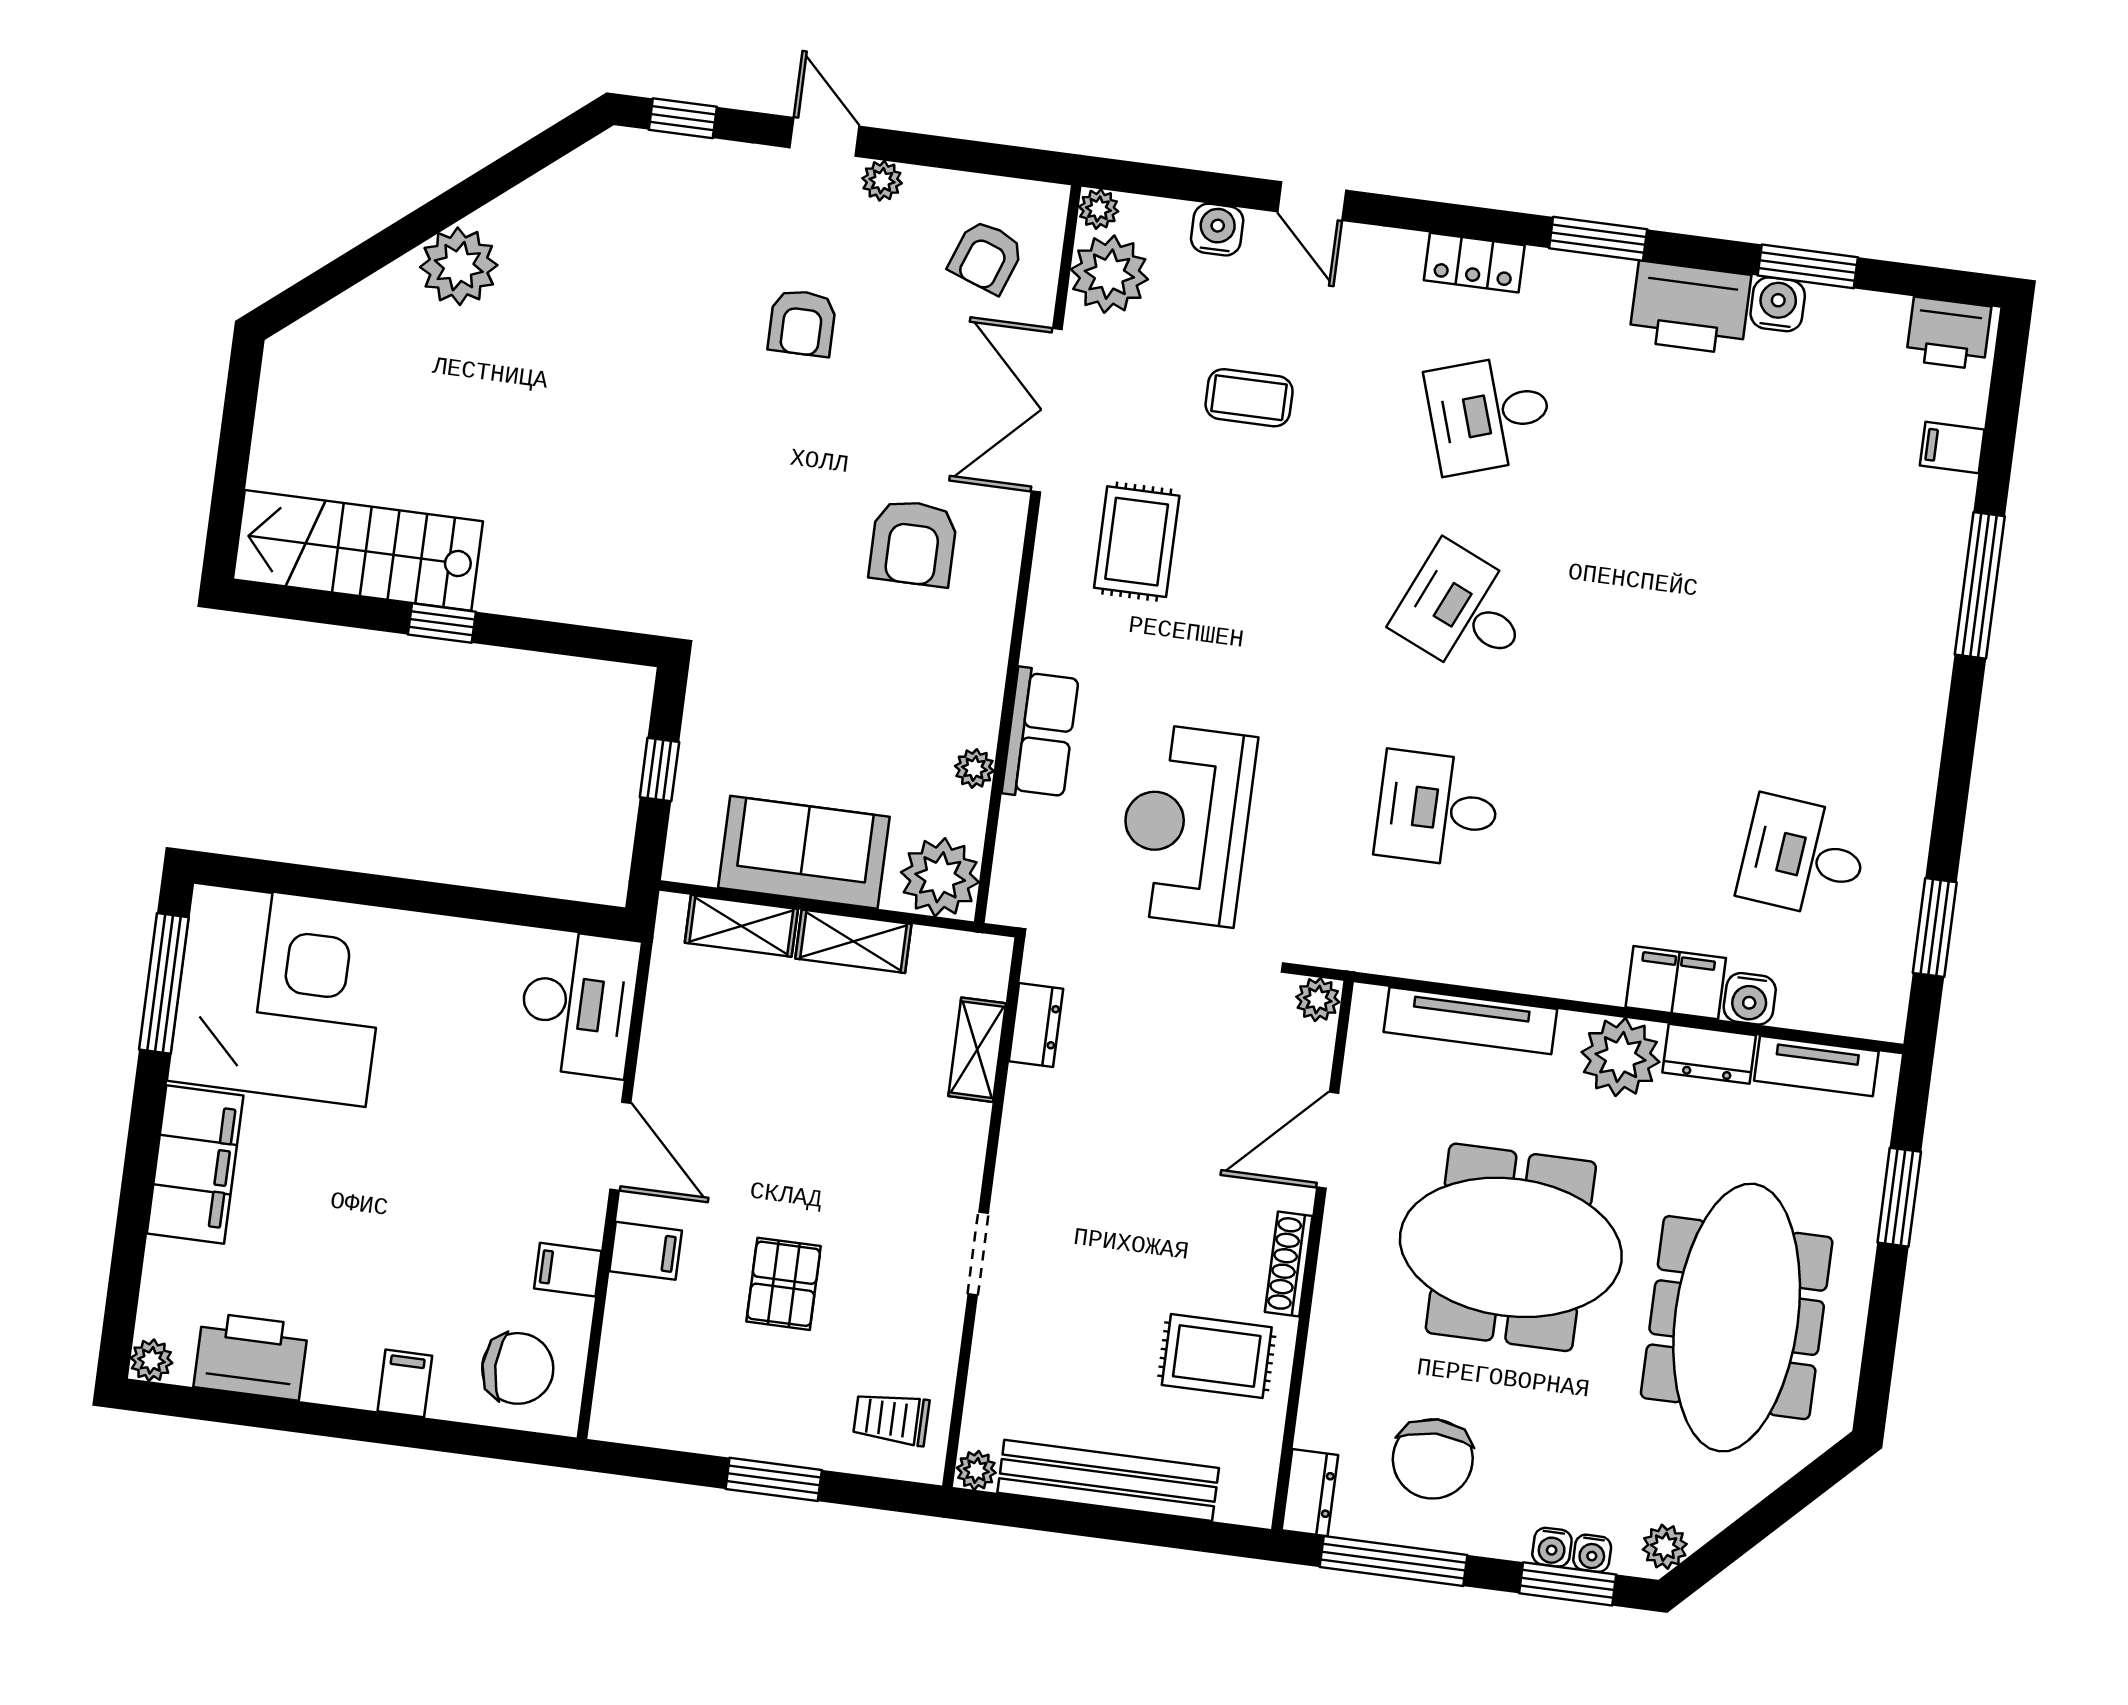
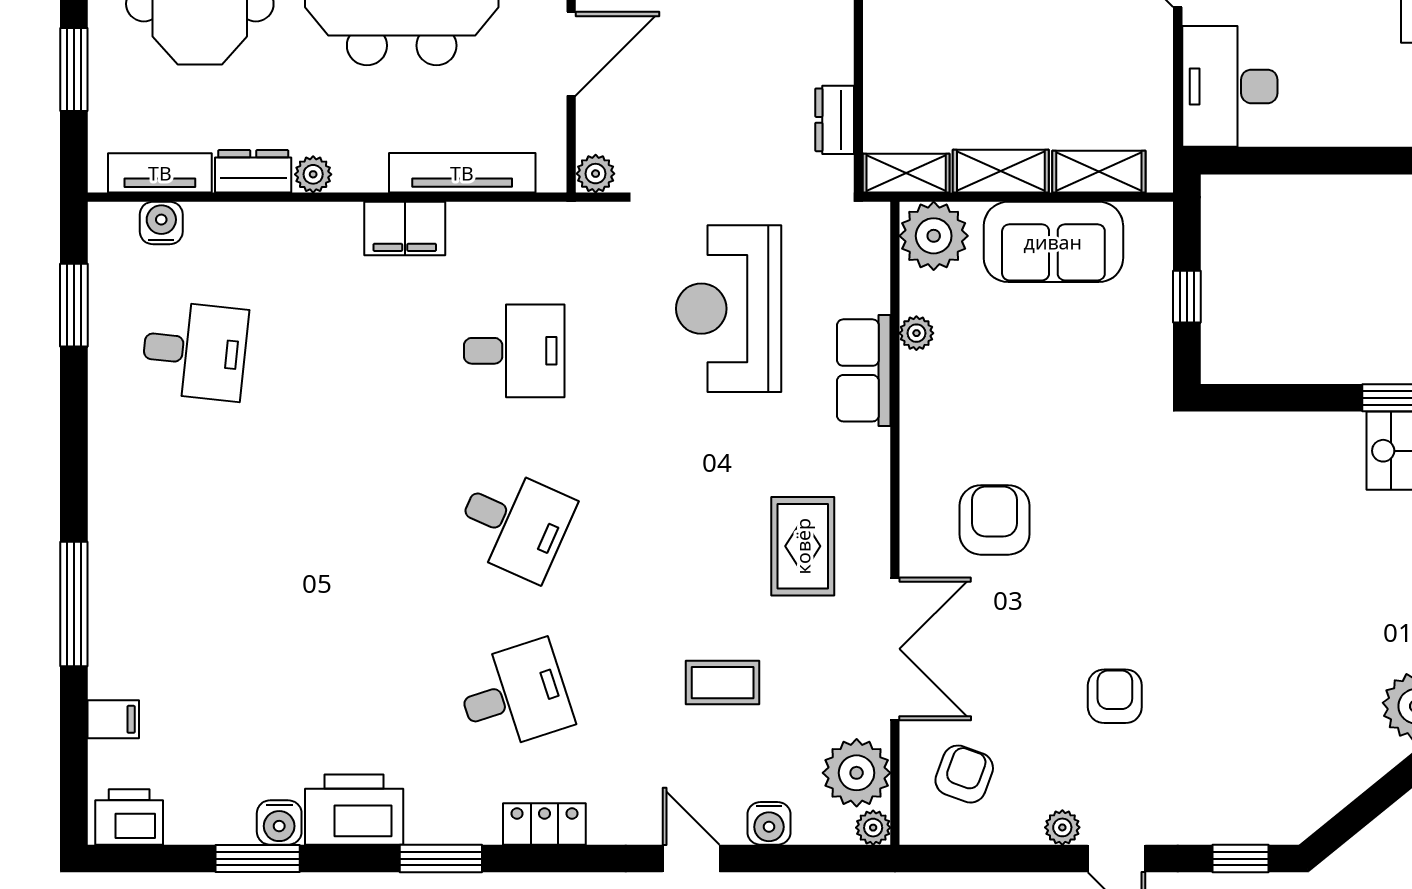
reception desk: (1186, 825) -> (729, 309), turned 180
filing cabinet: (1676, 983) -> (405, 229), moved
water cooler: (1750, 999) -> (161, 223), moved
shelving: (977, 1050) -> (906, 173), moved, turned 90
plant: (1620, 1057) -> (313, 174), width x0.53, depth x0.53

